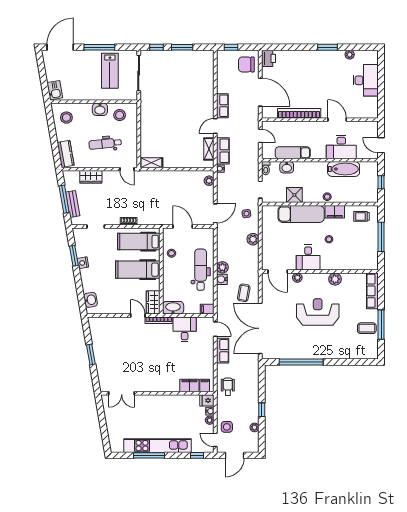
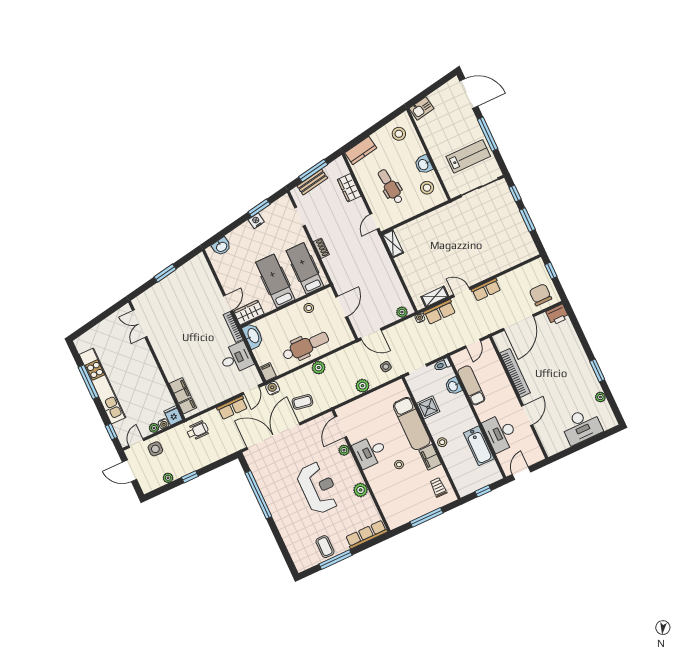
lab bench: (110, 71) -> (468, 156), turned 180
water cooler: (222, 279) -> (273, 388), moved

